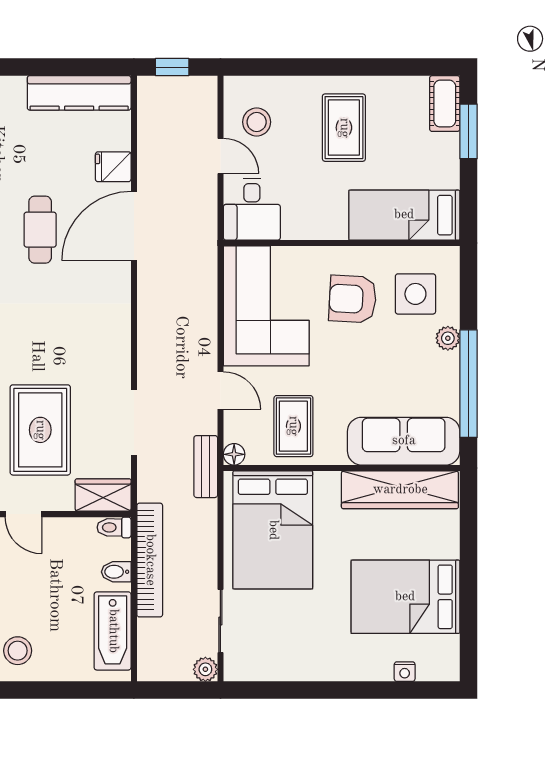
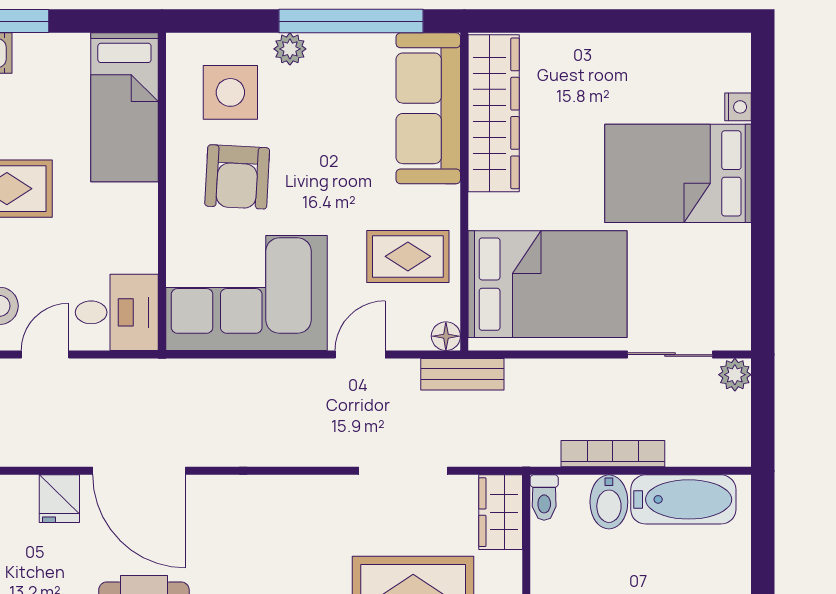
bookcase: (150, 560) -> (613, 454), width x0.68, depth x0.76
bidet: (116, 572) -> (609, 502), width x1.38, depth x1.36
bed: (405, 597) -> (678, 173), moved, turned 90

